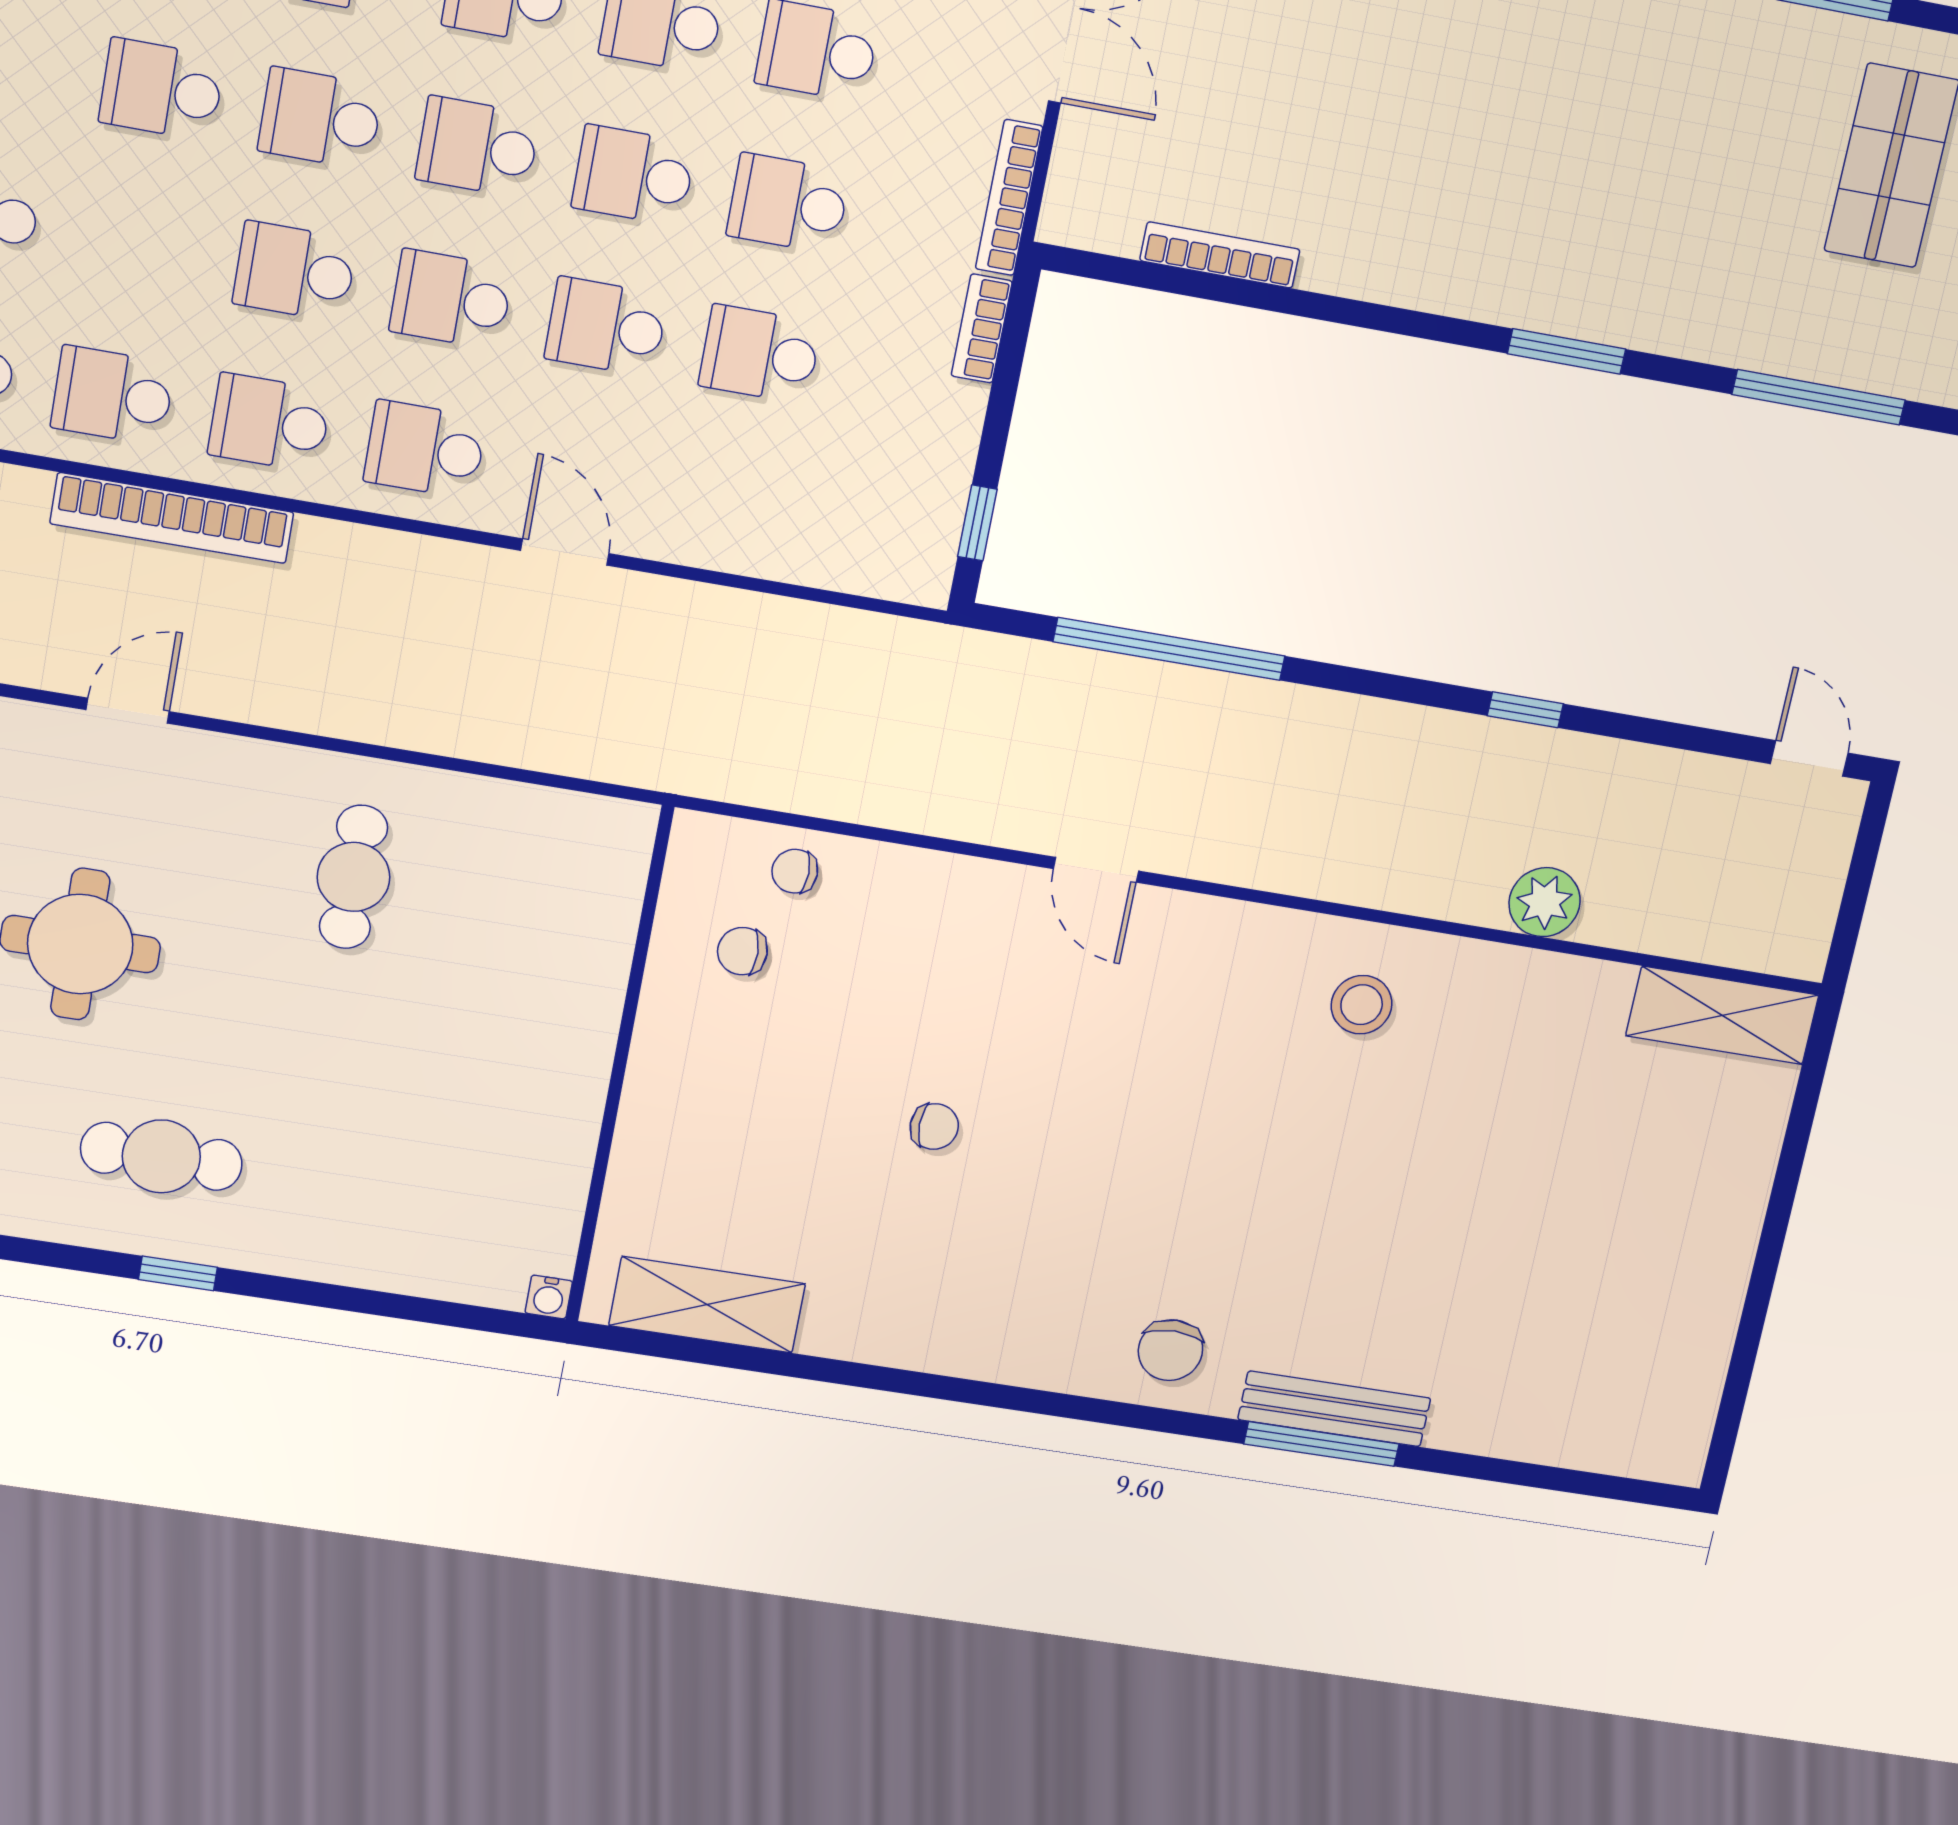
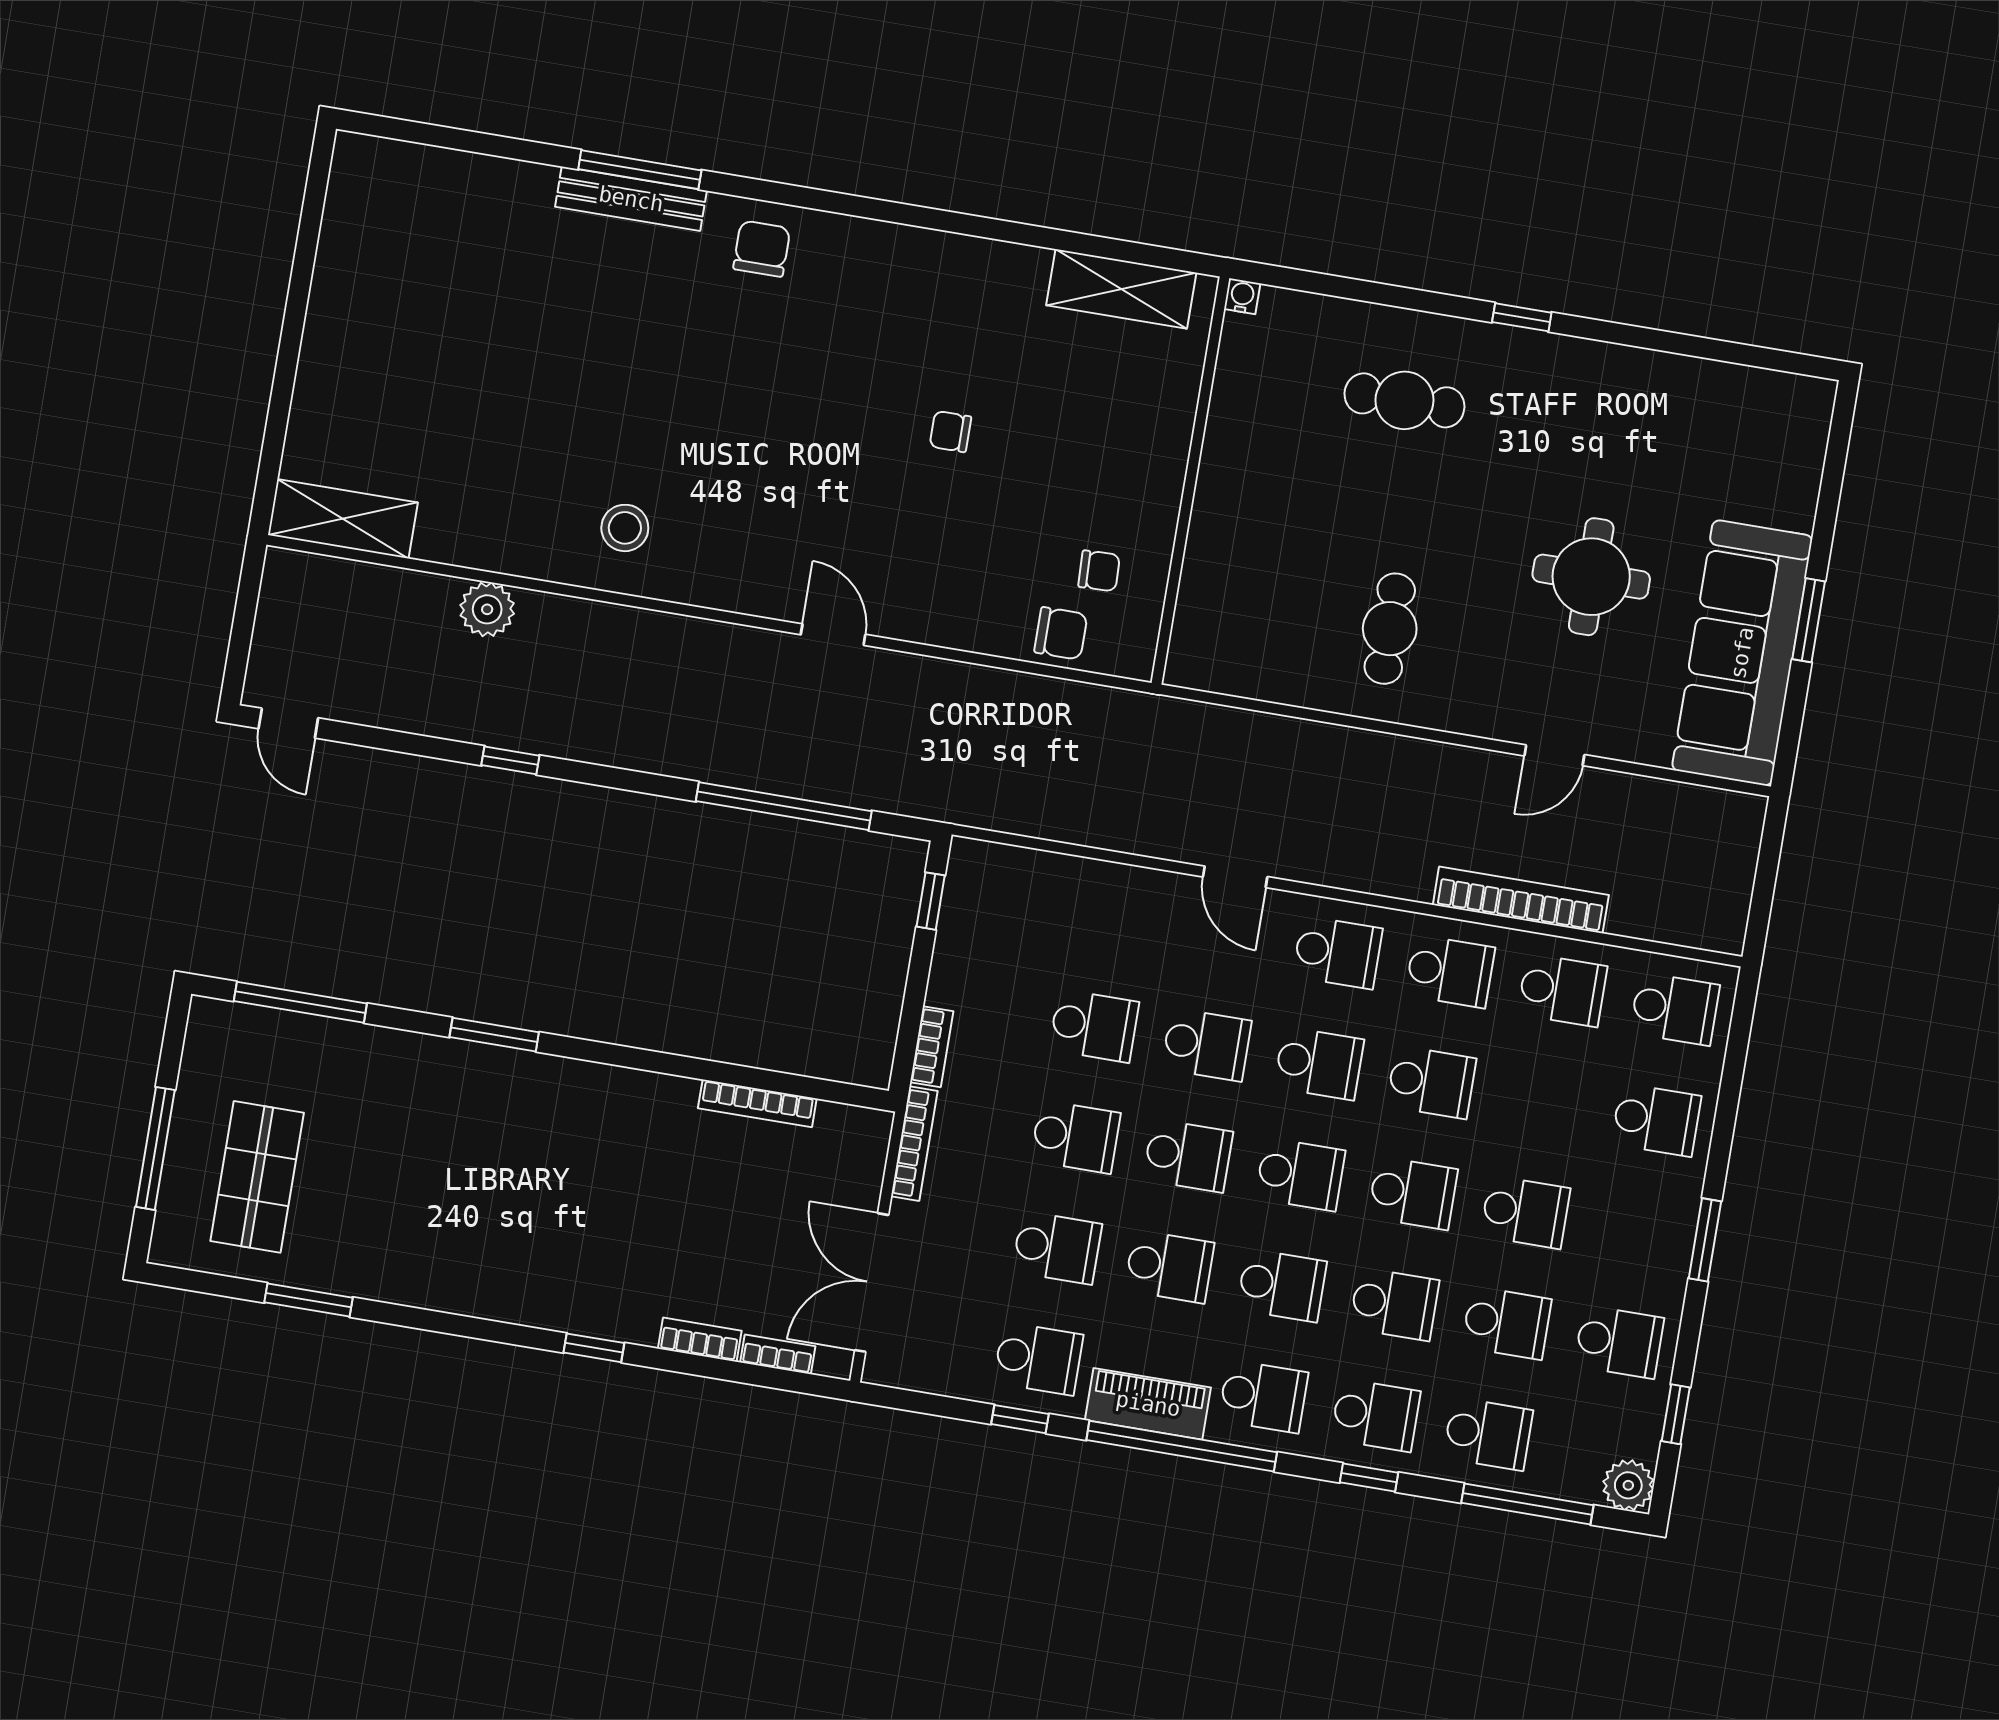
chair: (795, 871) -> (1061, 633), width x1.37, depth x1.37
cafe table: (161, 1156) -> (1404, 400), moved

